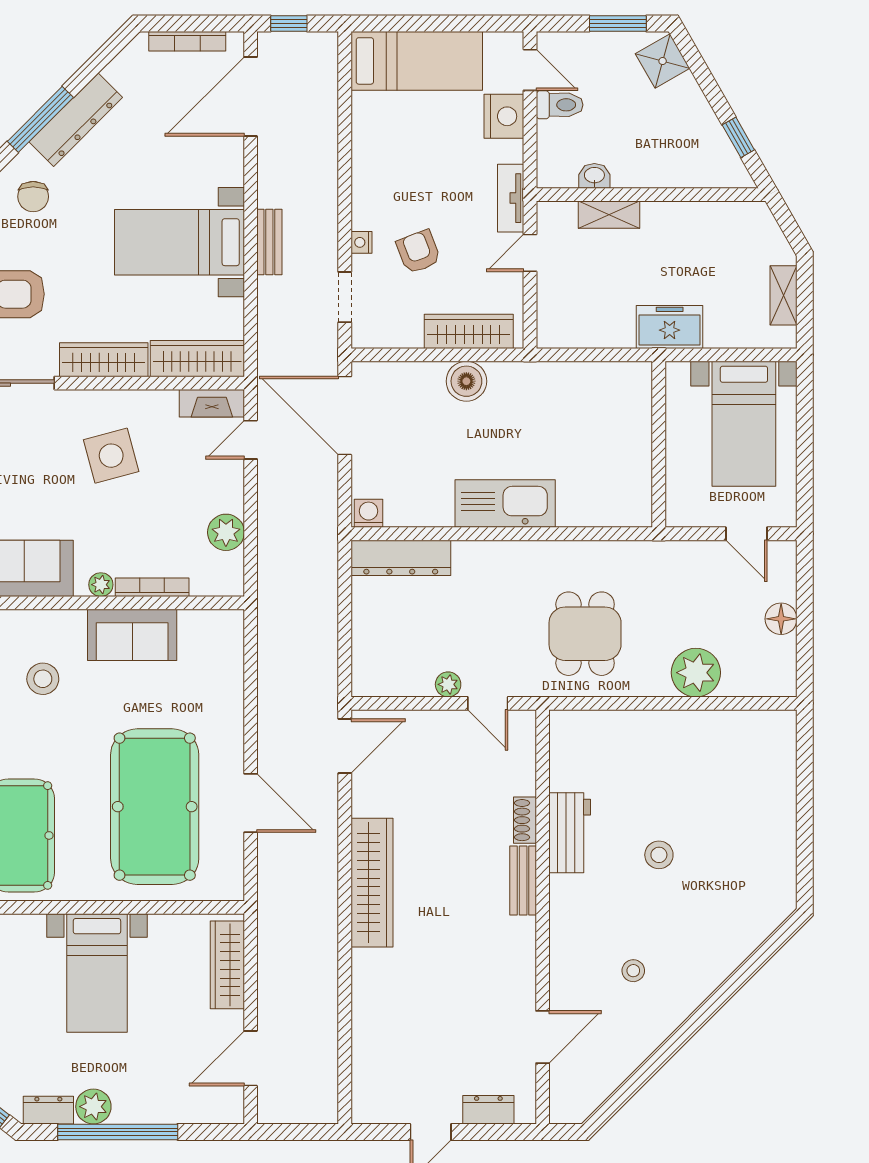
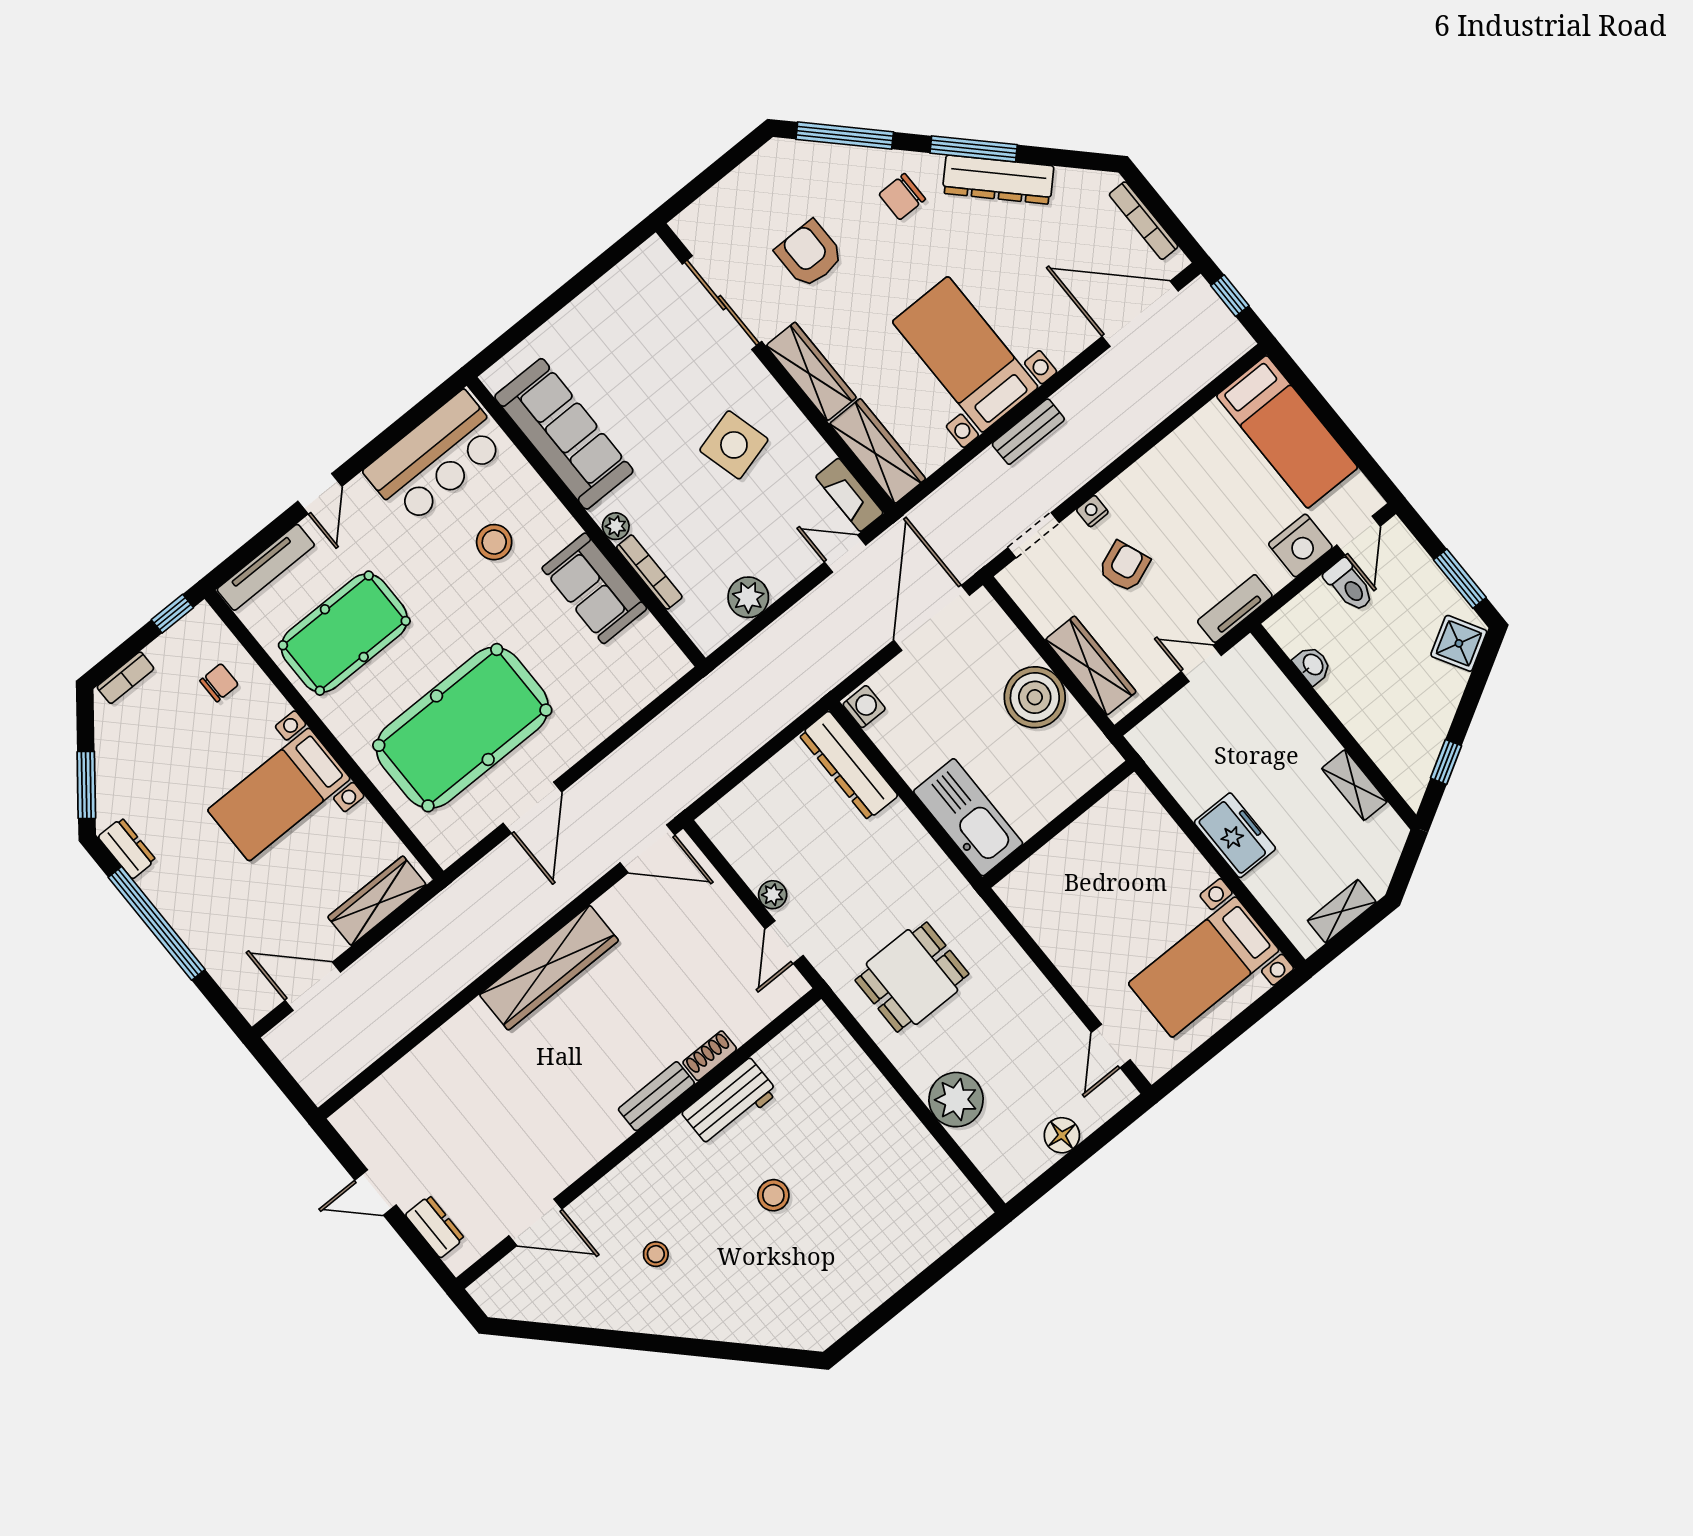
shelving: (609, 215) -> (1354, 785), moved
boiler: (466, 381) -> (1035, 697), width x1.37, depth x1.37
wall: (659, 444) -> (1058, 824), moved
plant: (93, 1107) -> (162, 885), removed

